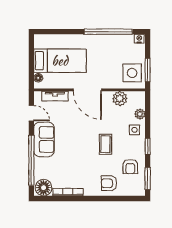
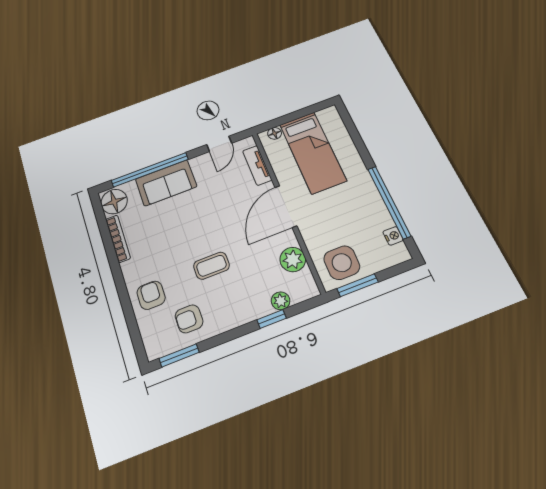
nightstand: (139, 39) -> (393, 236), moved
side table: (134, 130) -> (252, 302), removed
sofa: (44, 139) -> (166, 183), moved
window: (148, 146) -> (272, 319), moved

